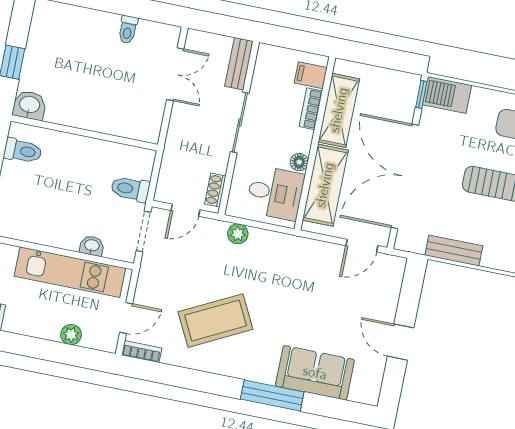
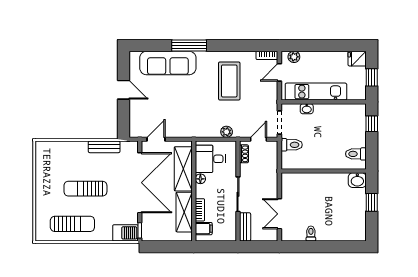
coffee table: (215, 321) -> (229, 81), turned -63
plant: (71, 335) -> (294, 57), moved
sofa: (315, 373) -> (168, 63), width x1.36

